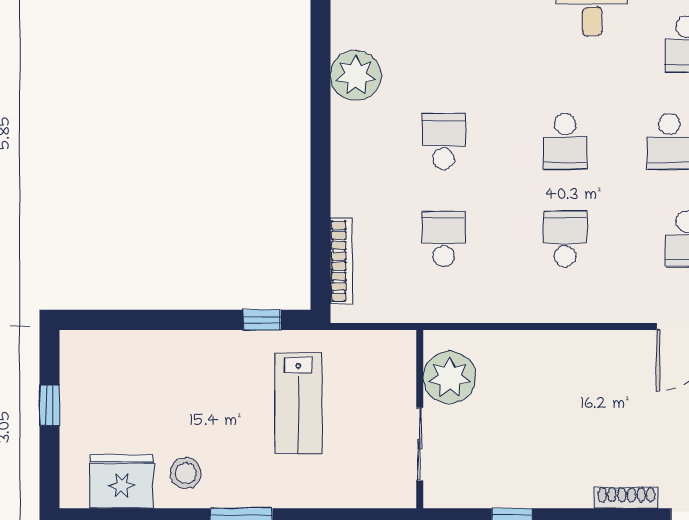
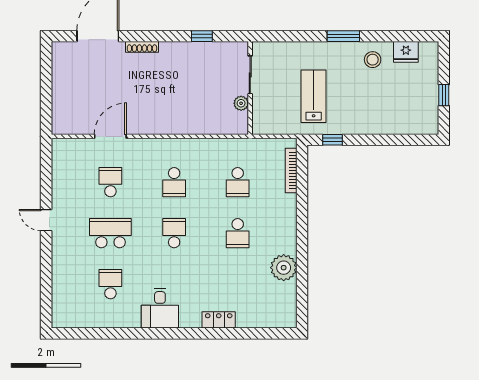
plant: (449, 377) -> (241, 103), width x0.53, depth x0.53
fridge: (122, 481) -> (406, 52), width x0.73, depth x0.75

